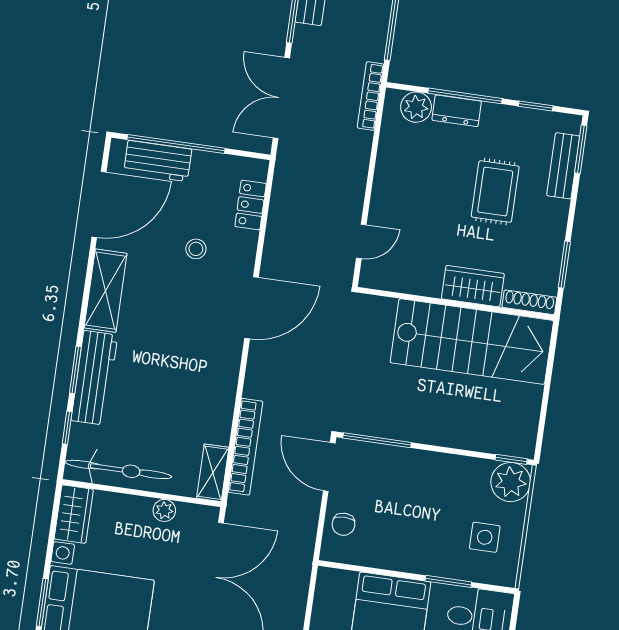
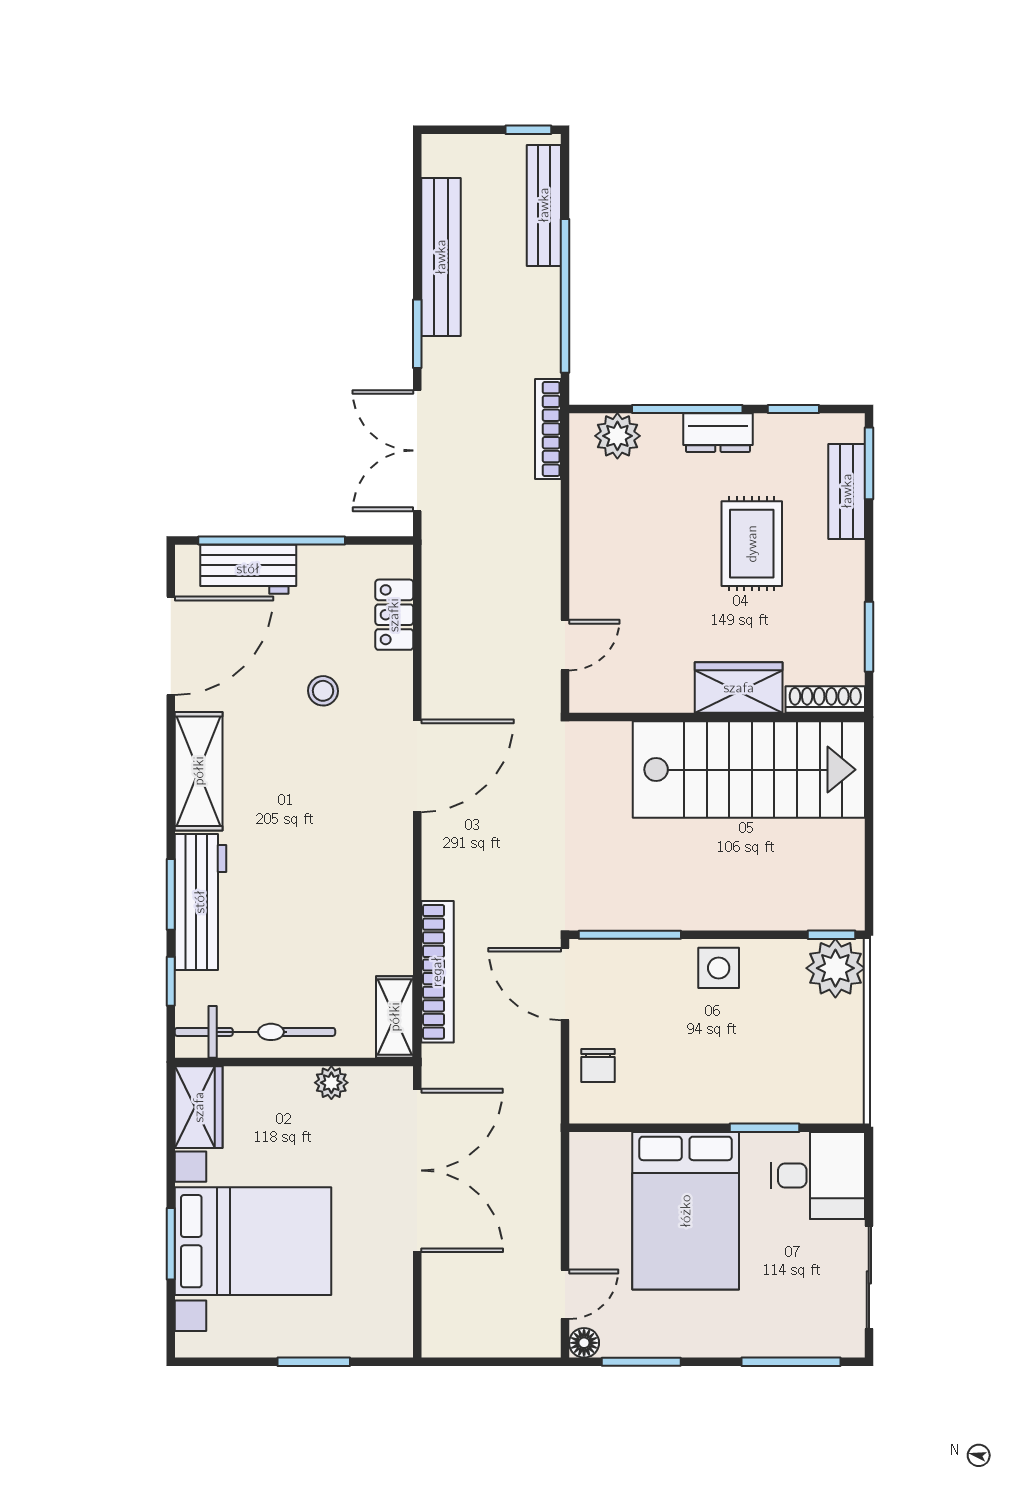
dresser: (457, 111) -> (718, 433), moved
side table: (485, 537) -> (719, 968), moved

